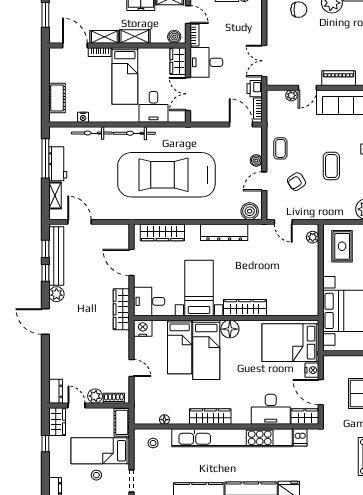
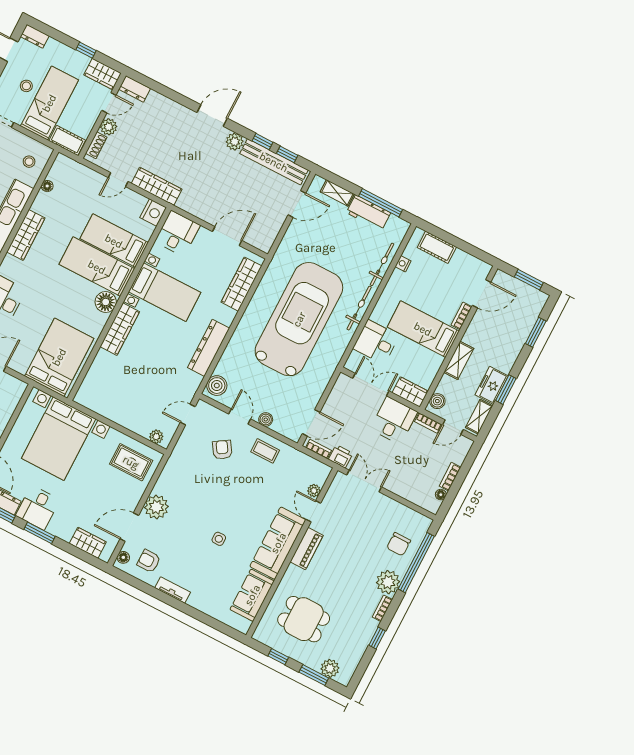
shelving: (104, 37) -> (475, 329), removed
coffee table: (331, 166) -> (220, 494), removed
wardrobe: (121, 309) -> (157, 186), moved
nightstand: (312, 370) -> (19, 365), removed

